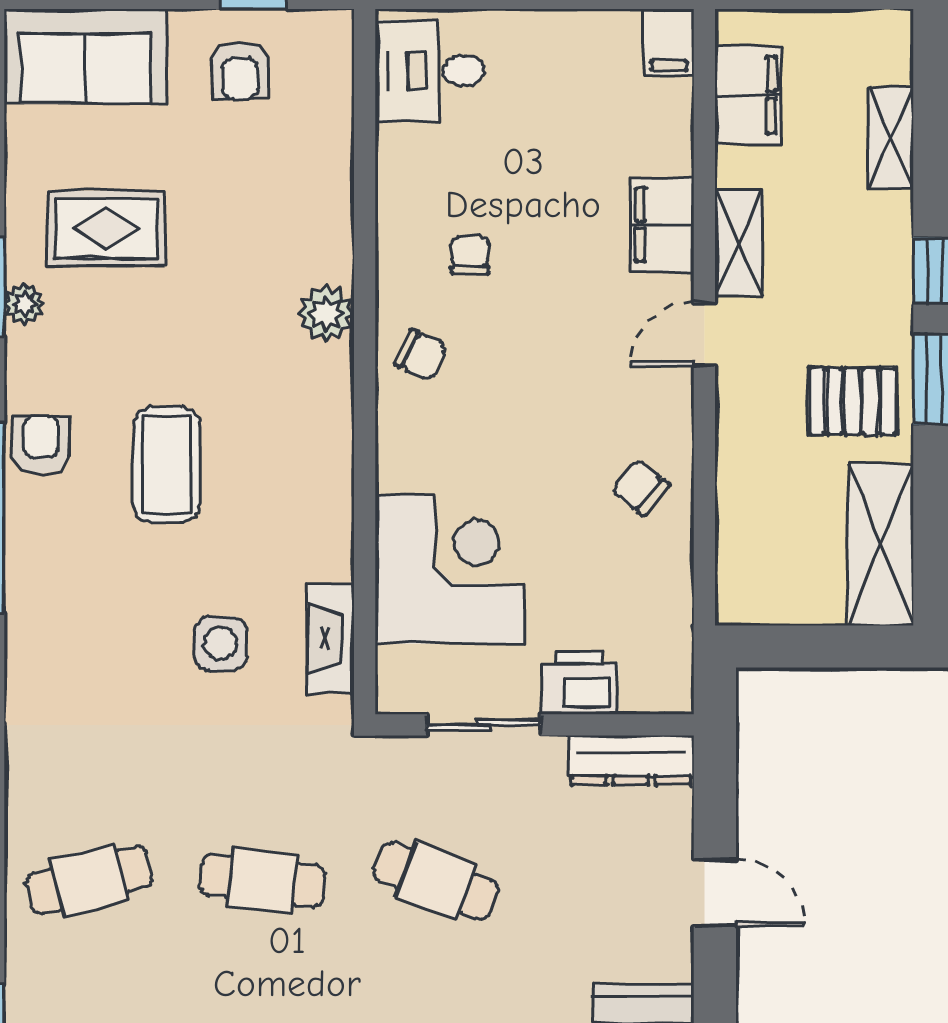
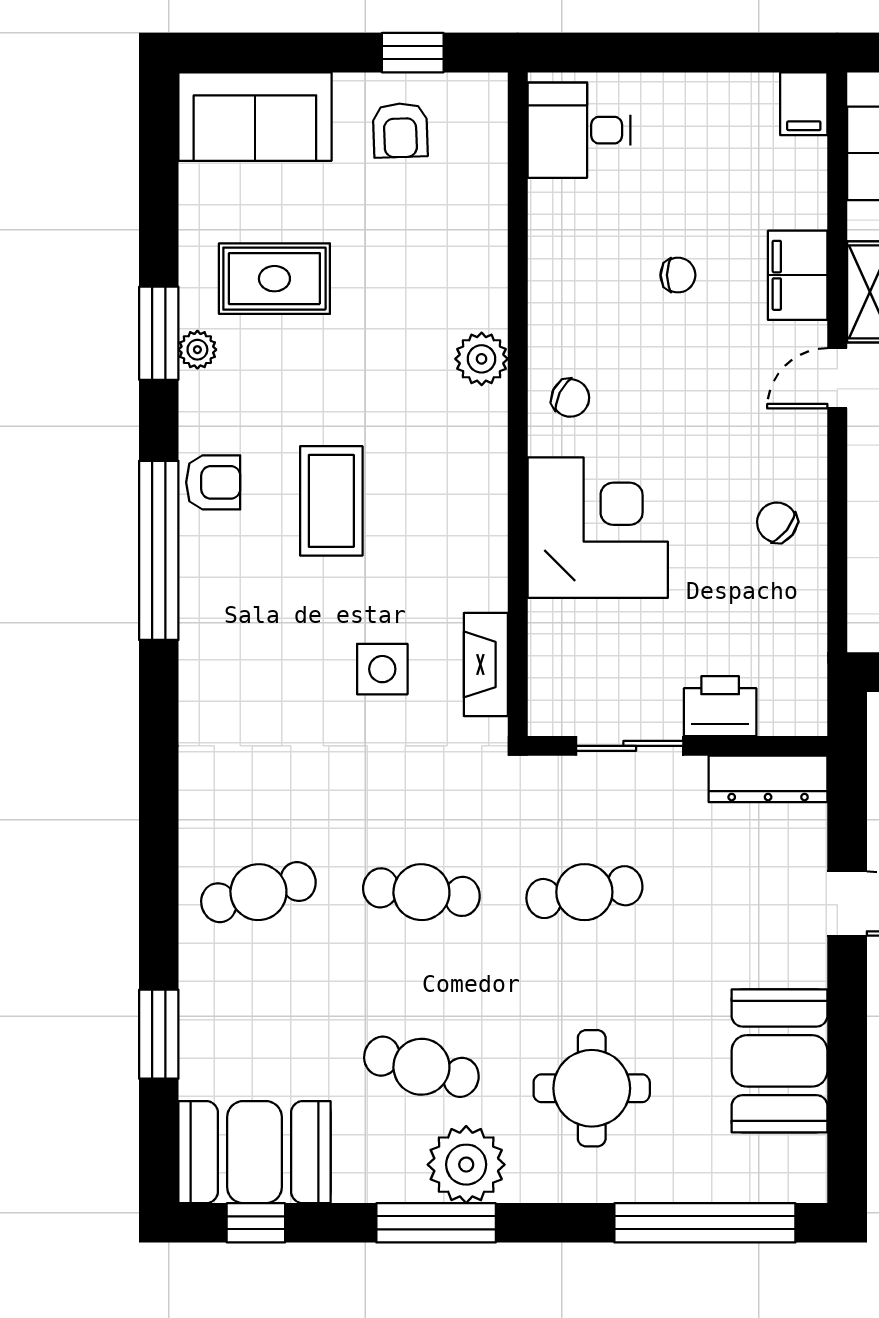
chair: (470, 255) -> (678, 275), moved, turned 90
armchair: (41, 445) -> (213, 482), turned 90
corner desk: (450, 569) -> (598, 528), moved
cafe table: (436, 880) -> (584, 892), turned -30

